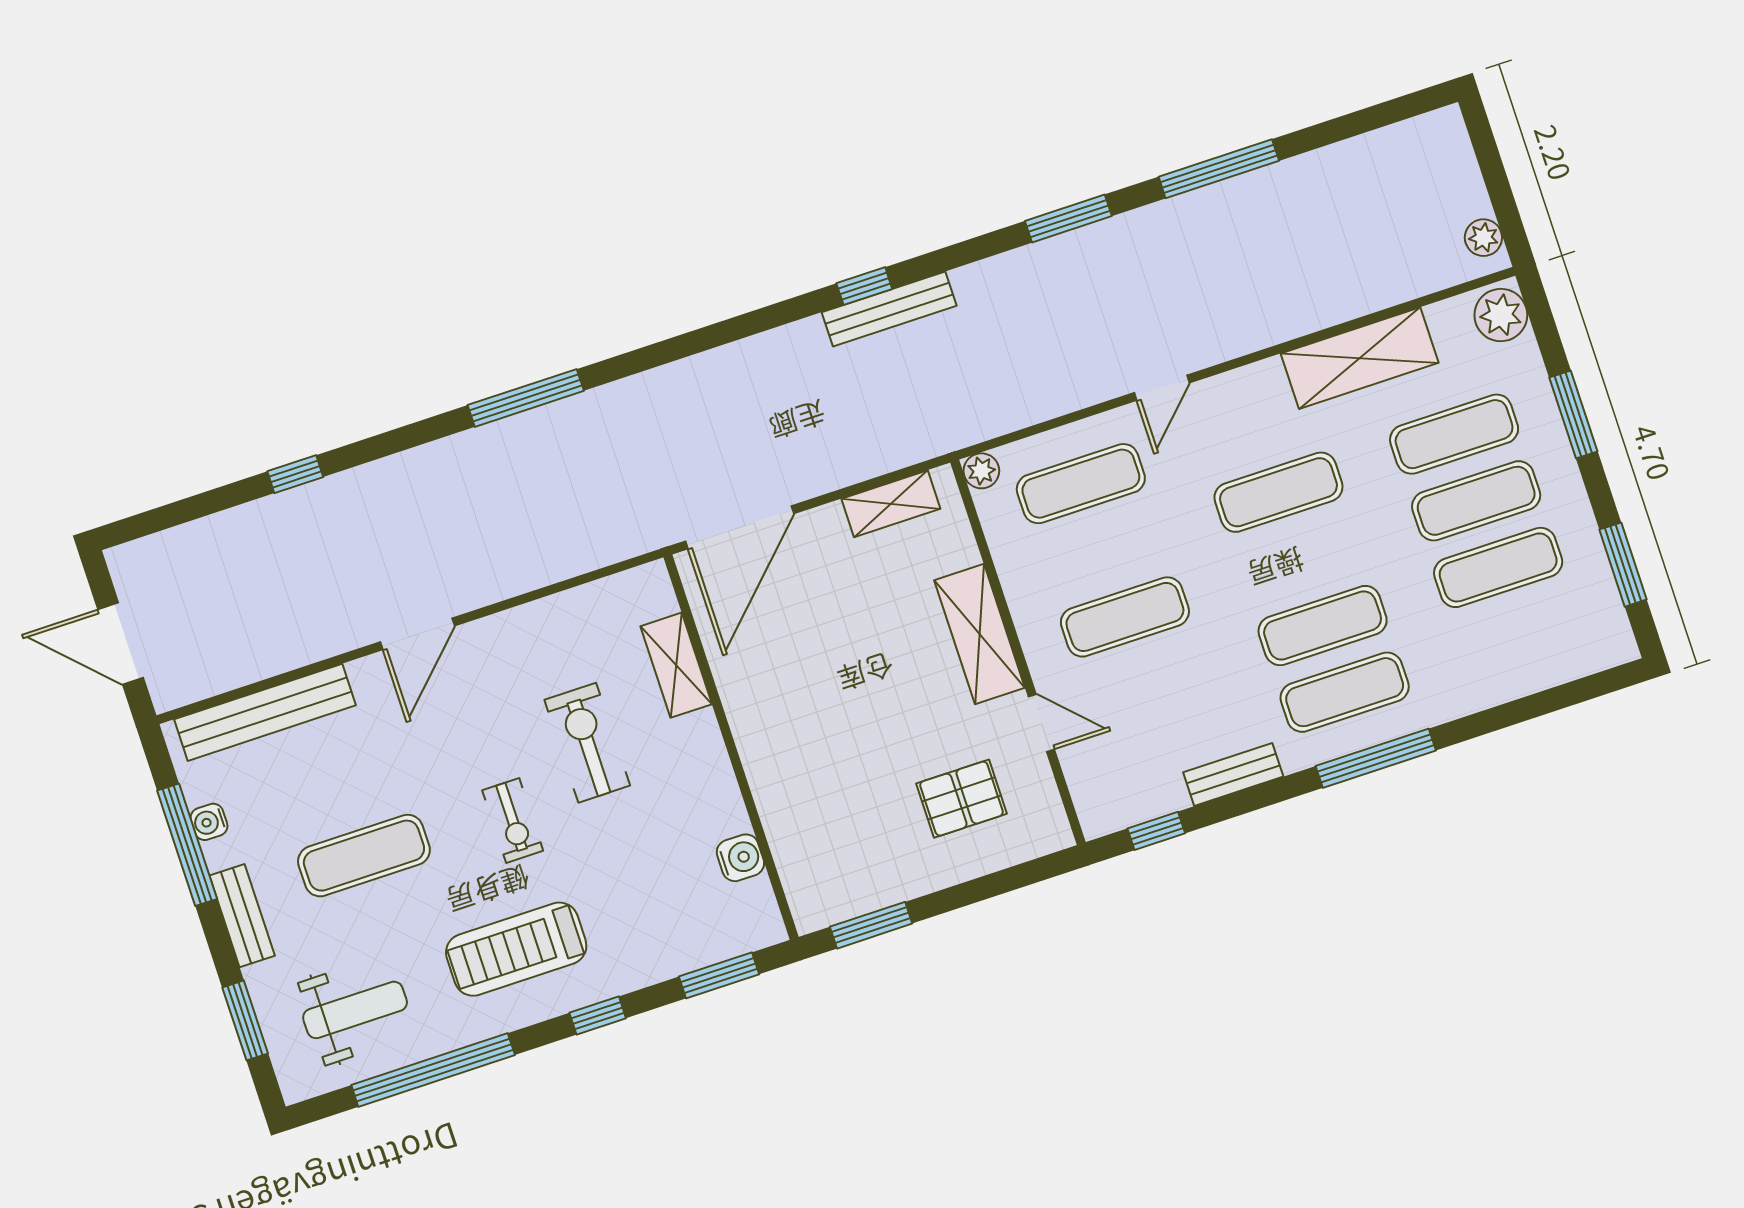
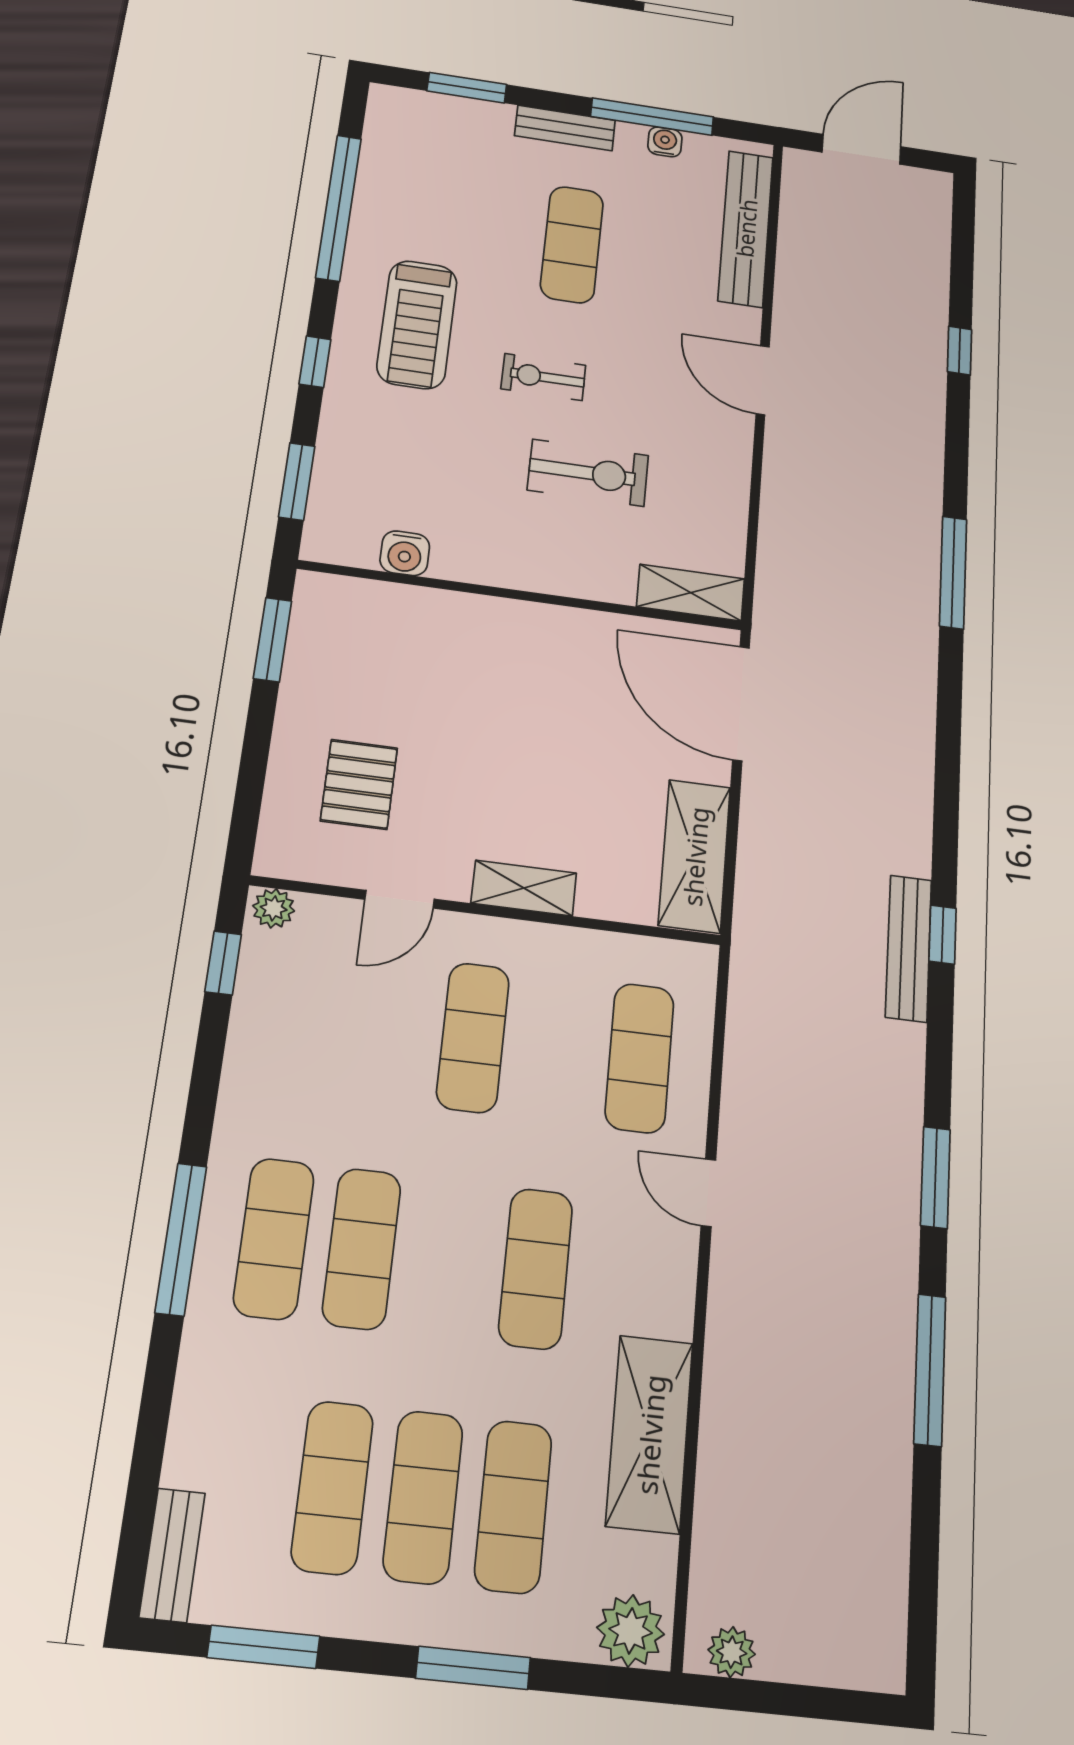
plant: (981, 471) -> (274, 908), moved
shelving: (891, 504) -> (695, 856), width x1.50, depth x1.33
shelving: (979, 634) -> (524, 888), width x0.67, depth x0.75
shelving: (676, 665) -> (691, 593), moved
bench: (1233, 774) -> (172, 1555), moved
treadmill: (516, 949) -> (417, 324), turned 180
weight bench: (355, 1010) -> (430, 173), removed

